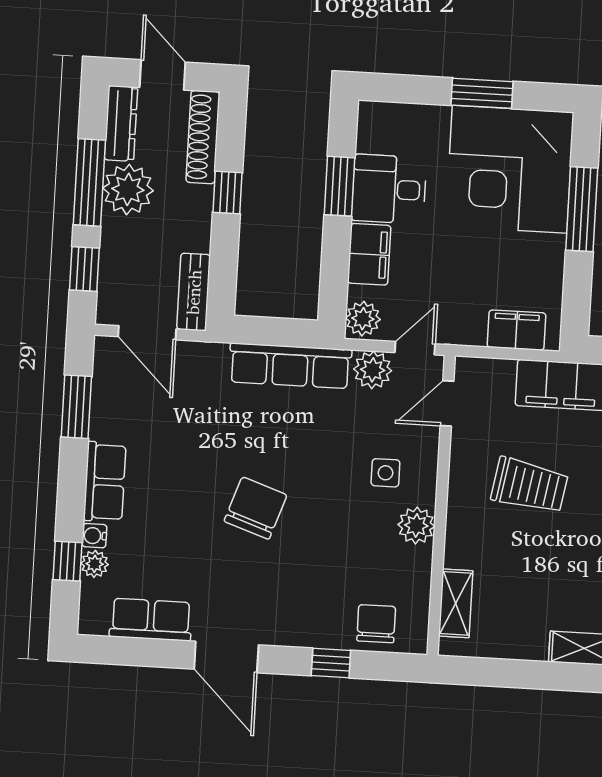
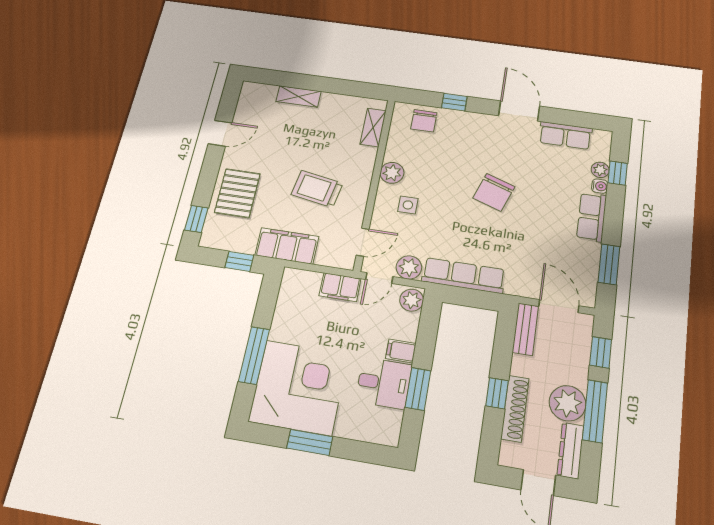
shoe rack: (203, 137) -> (515, 409), moved
filing cabinet: (369, 254) -> (401, 351), width x0.50
filing cabinet: (516, 330) -> (340, 287), moved

